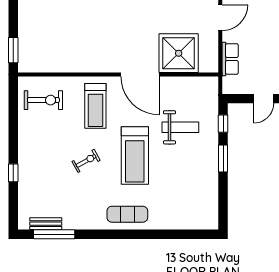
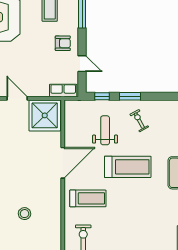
stool: (76, 27) -> (25, 214), added
shower: (179, 53) -> (45, 115), moved
row of seats: (230, 59) -> (63, 90), moved
exercise bike: (86, 161) -> (139, 121), moved

